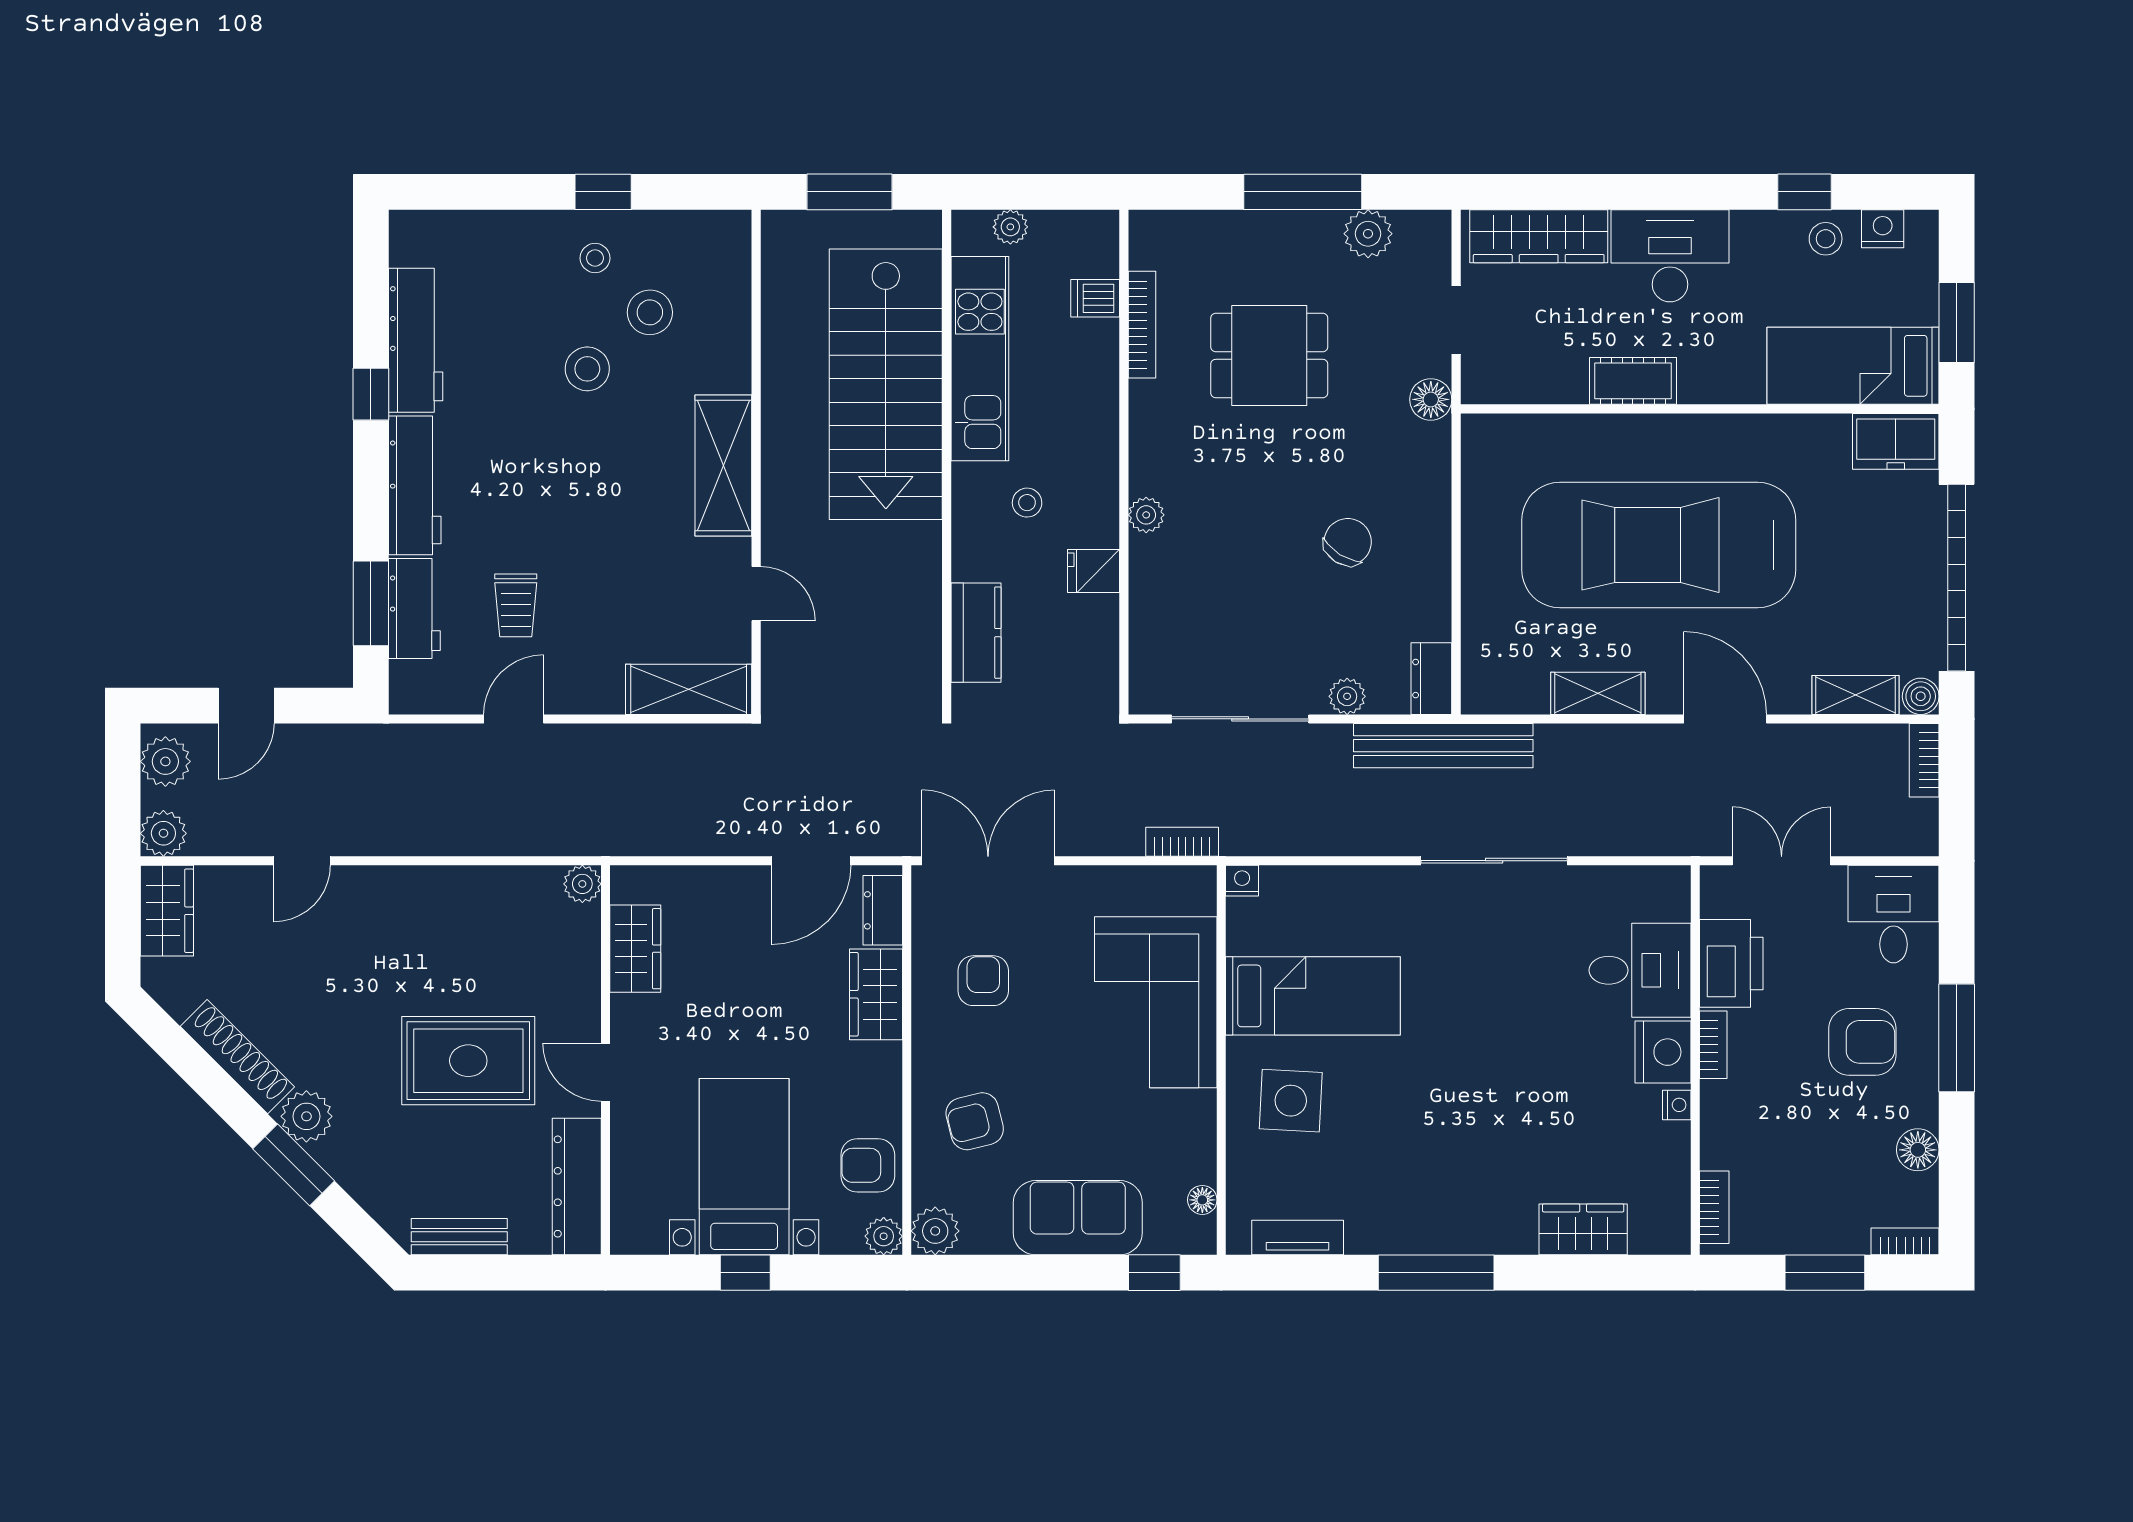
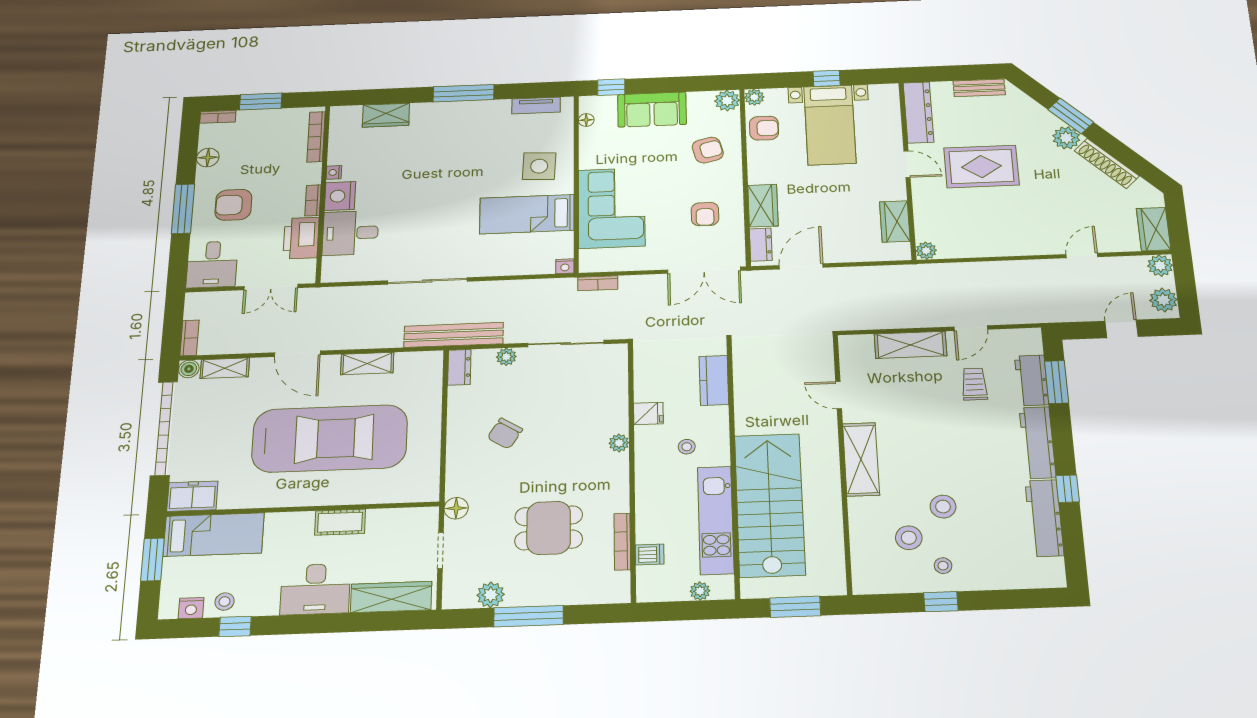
shelving: (689, 689) -> (910, 345), moved
bookcase: (1714, 1207) -> (316, 137), width x1.56

